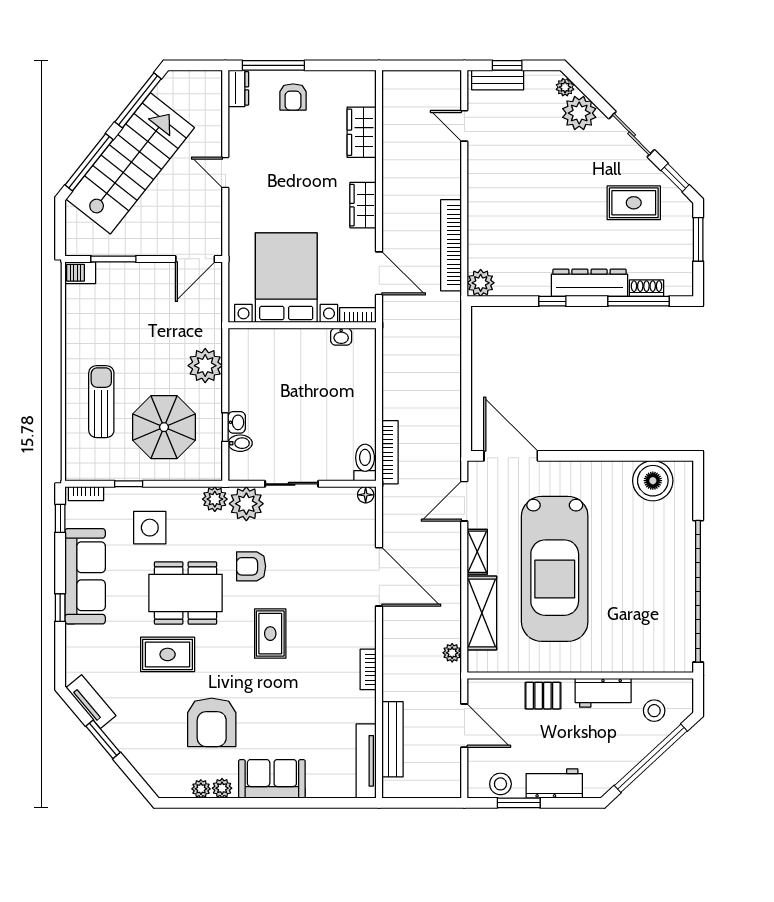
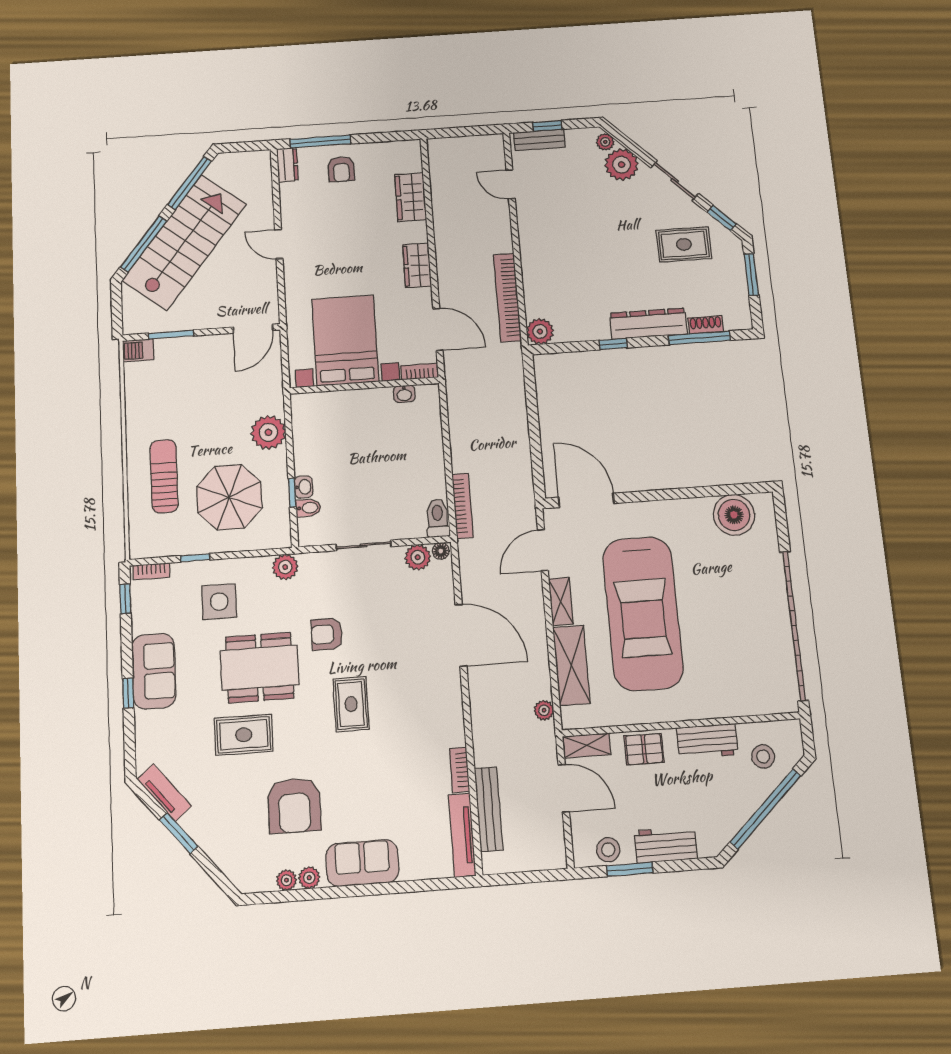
plant: (246, 504) -> (418, 557), moved, width x0.73, depth x0.73
sofa: (85, 576) -> (154, 671), width x0.73
bookcase: (368, 669) -> (460, 770), moved
shelving: (489, 688) -> (587, 746), added

